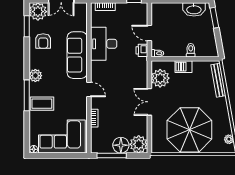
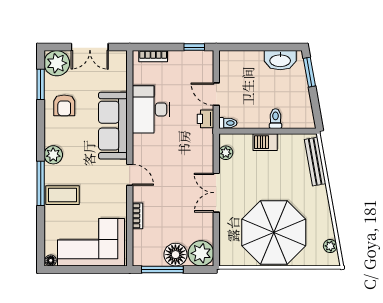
plant: (160, 78) -> (226, 153), width x0.53, depth x0.53

